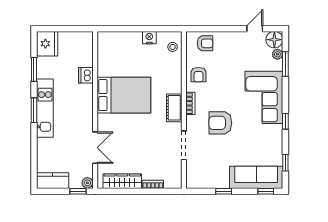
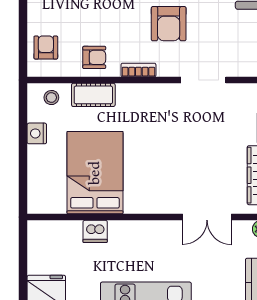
bed: (124, 95) -> (95, 173), moved
cot: (174, 108) -> (93, 95), moved
double door: (95, 148) -> (207, 217), swing flipped

